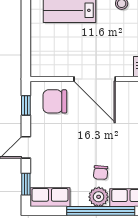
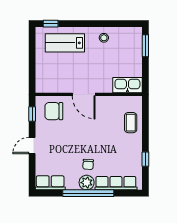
door: (95, 79) -> (84, 94), width x0.73
window: (26, 184) -> (32, 173), removed

